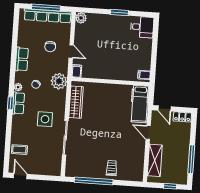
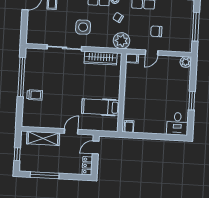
row of seats: (48, 16) -> (187, 28), removed
hospital bed: (140, 104) -> (100, 107), moved

